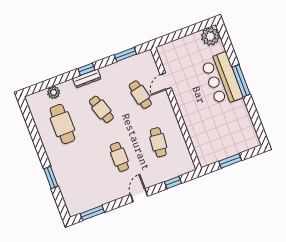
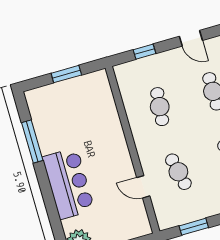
door: (166, 81) -> (143, 187), swing flipped
window: (241, 81) -> (32, 142), moved
door: (139, 195) -> (191, 38), hinge flipped

